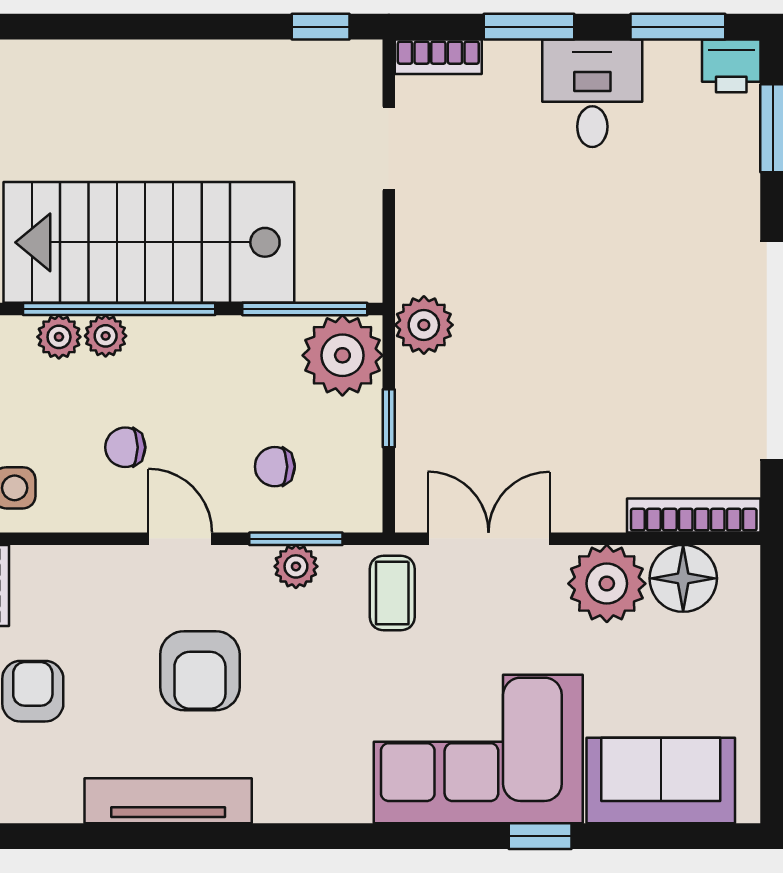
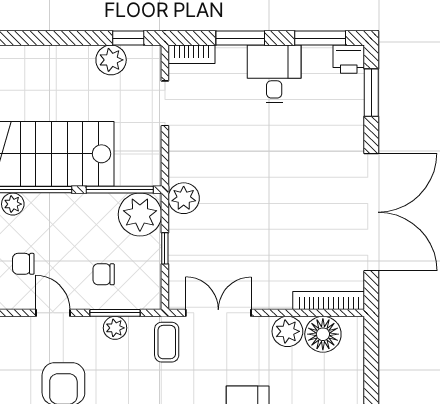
plant: (289, 68) -> (111, 60), added
plant: (607, 584) -> (287, 331), width x0.73, depth x0.73

